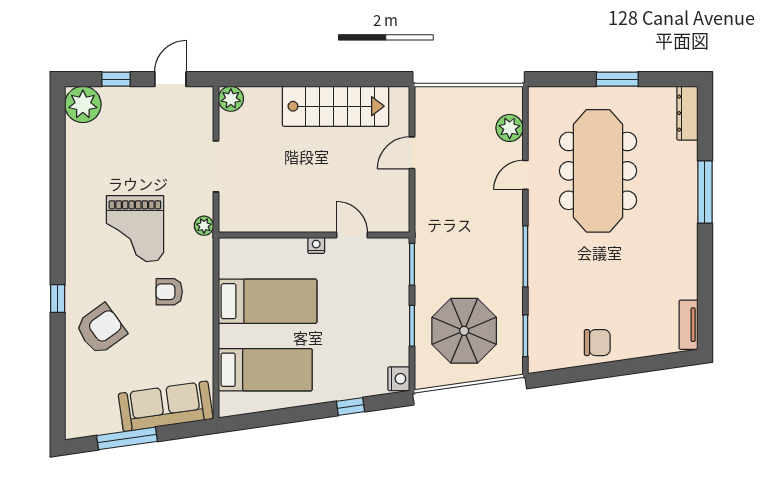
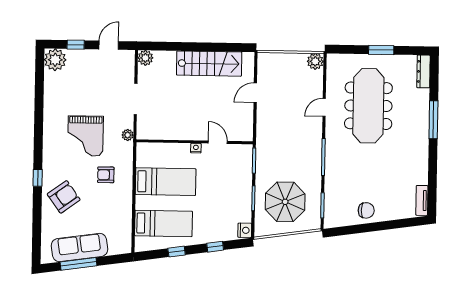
plant: (510, 128) -> (315, 61), moved
sofa: (166, 406) -> (79, 247), moved
window: (287, 415) -> (177, 252), added

